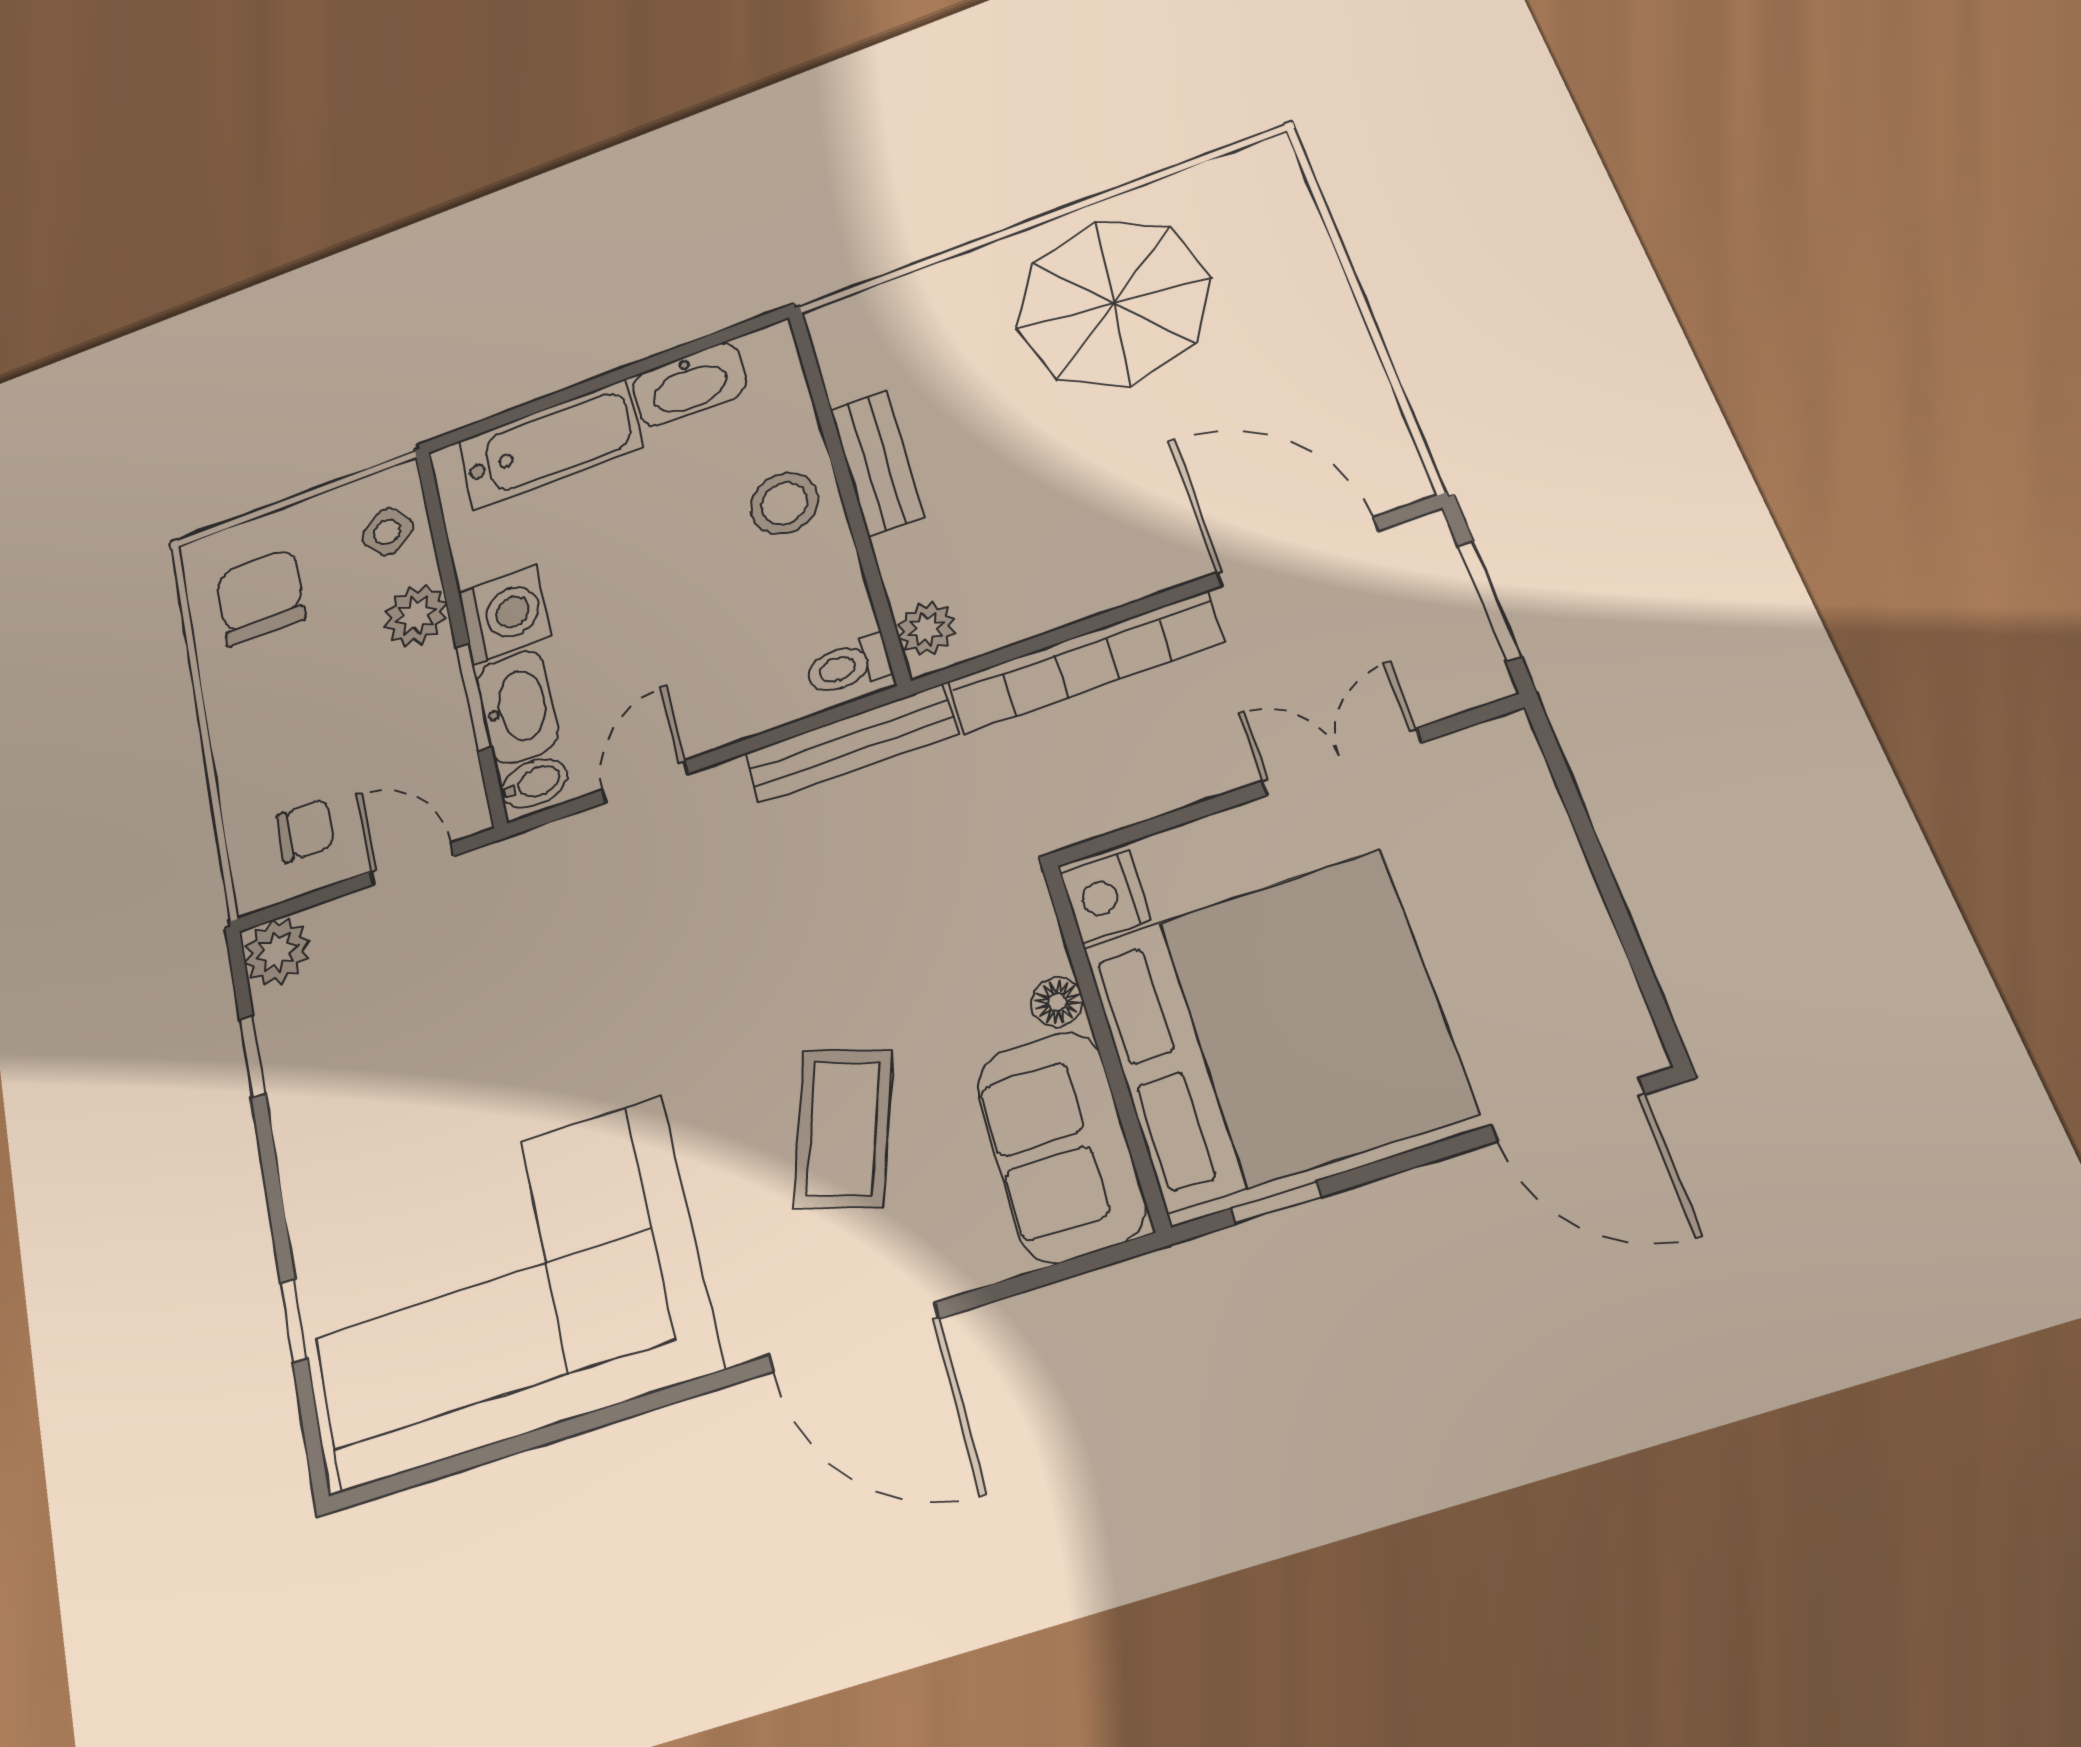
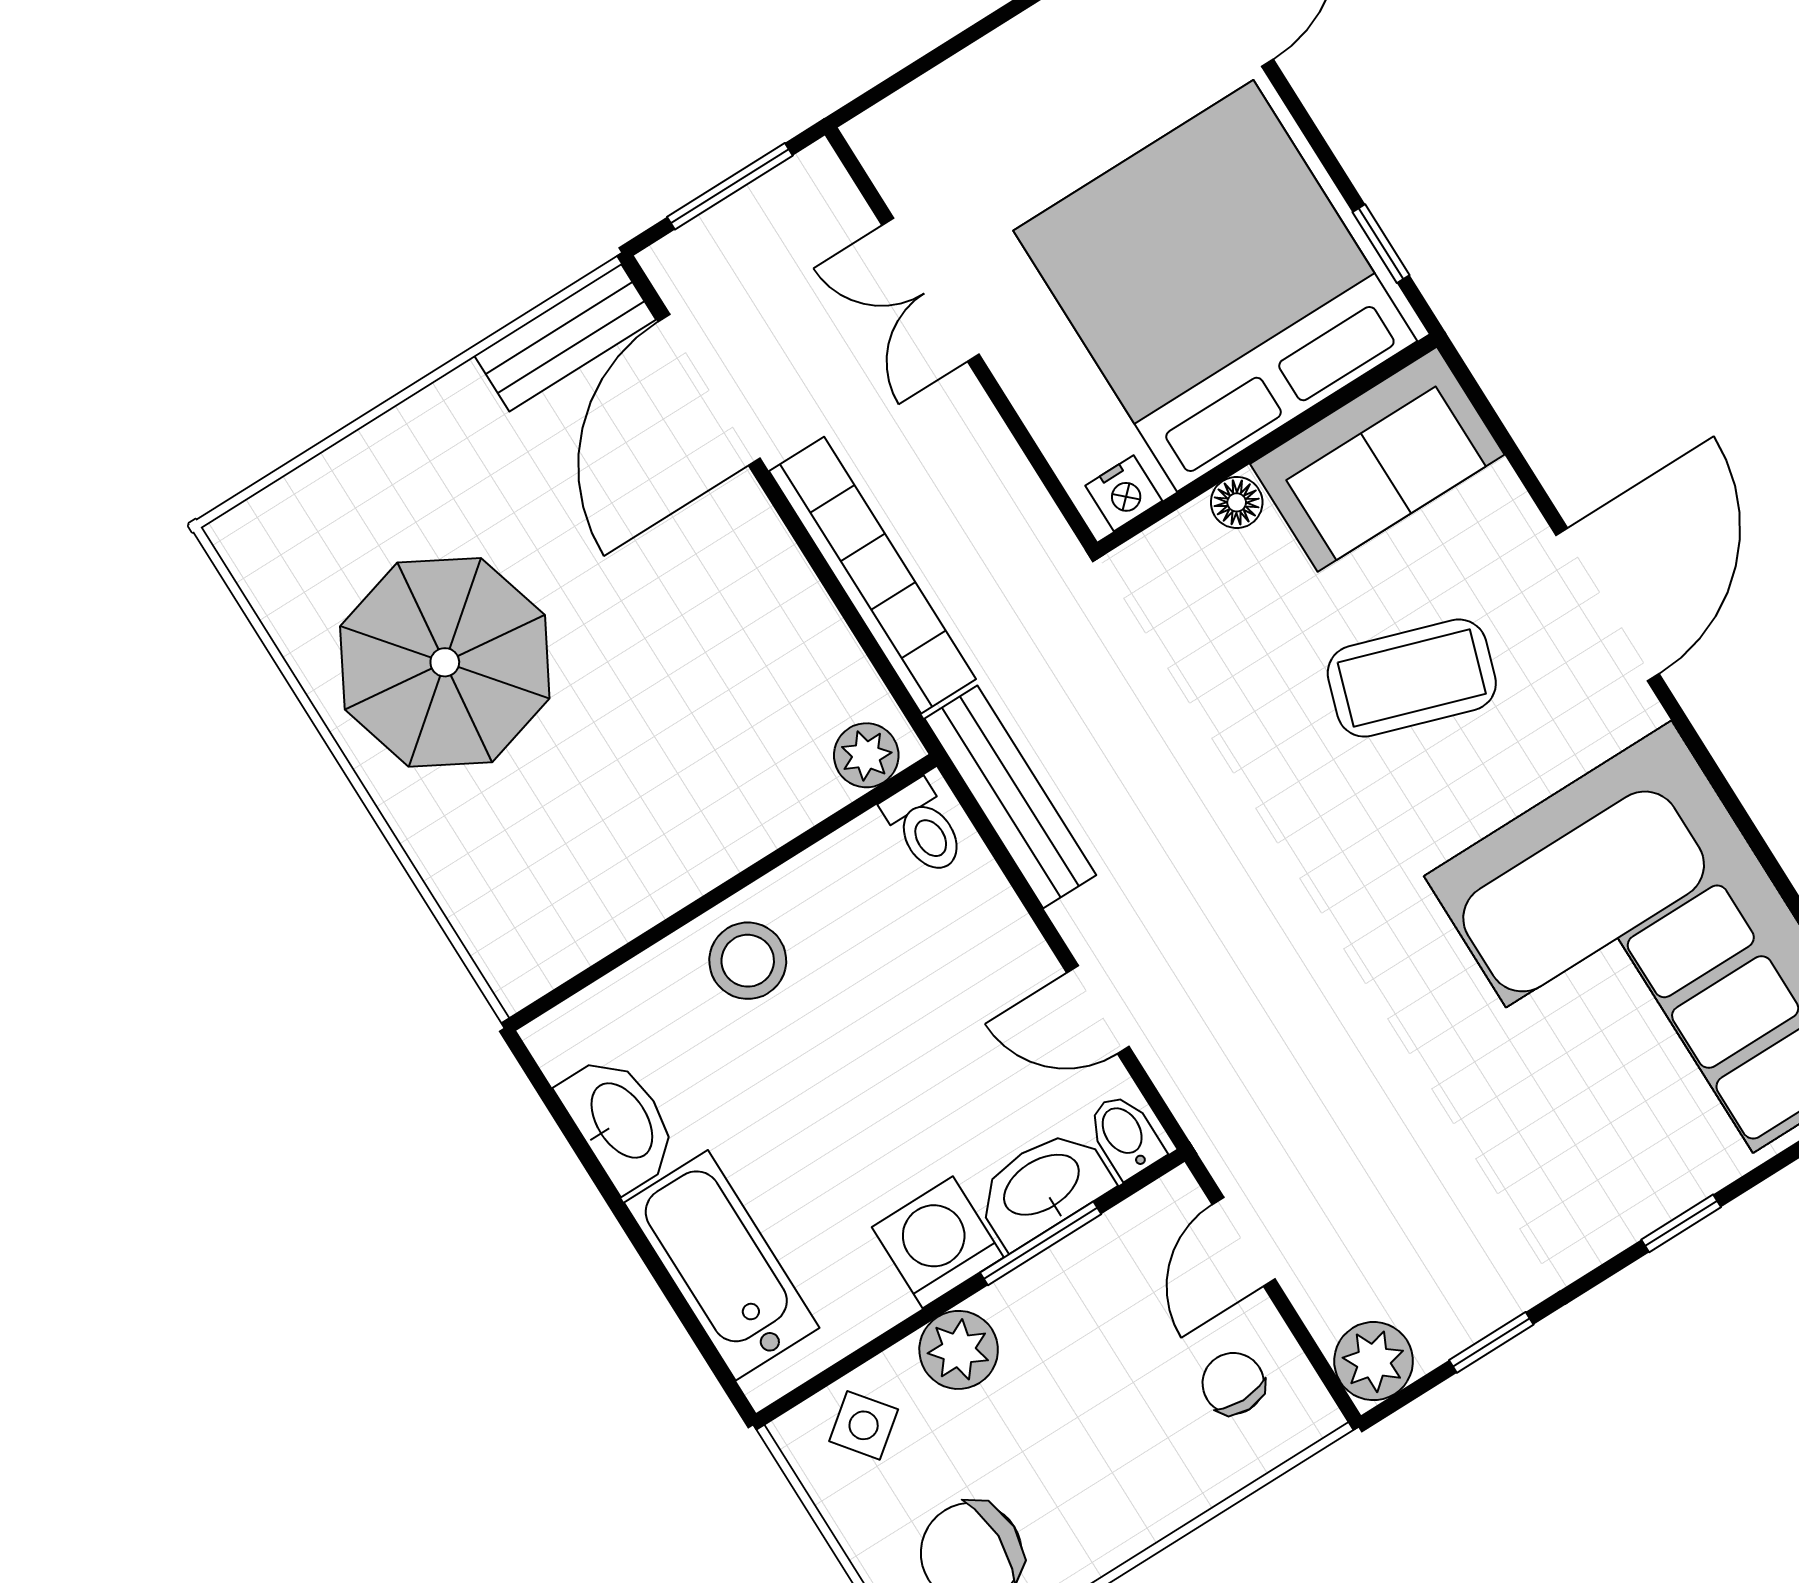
bench: (877, 463) -> (565, 338), moved
nightstand: (1105, 896) -> (1124, 493), width x0.72, depth x0.74
window: (294, 1321) -> (1681, 1223), moved

